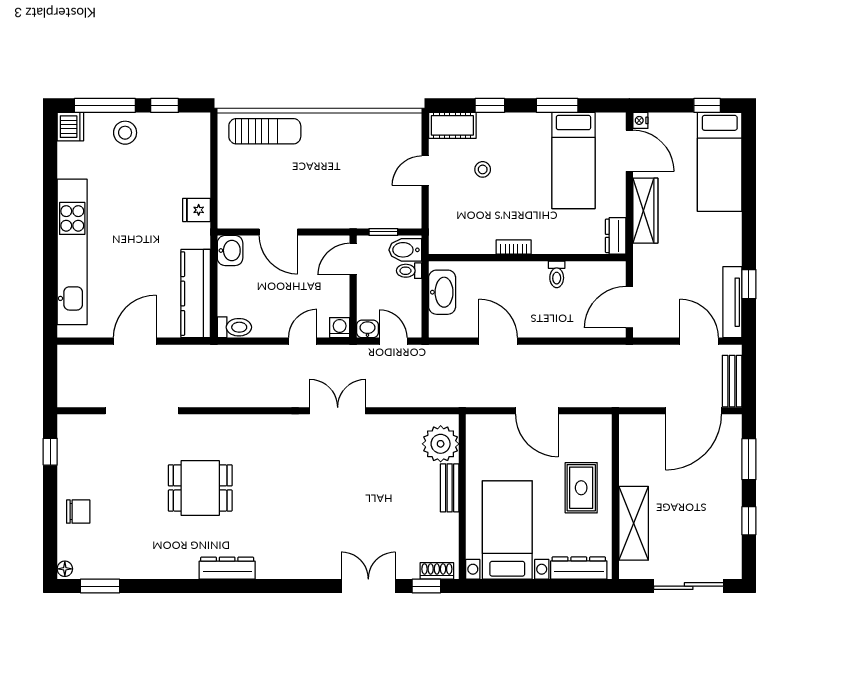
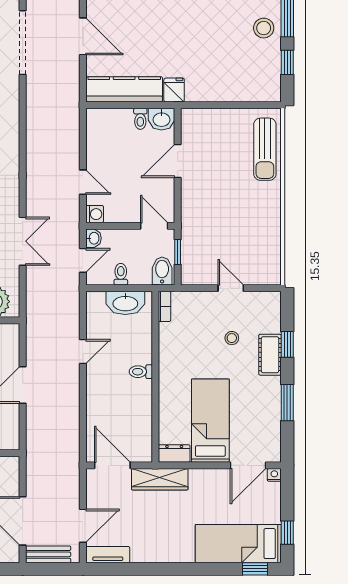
cot: (452, 125) -> (270, 355), moved
bed: (573, 161) -> (210, 421), moved, turned 90
fridge: (197, 210) -> (174, 90), moved
wardrobe: (645, 211) -> (160, 479), moved
bookcase: (514, 247) -> (165, 306), moved
toilet: (409, 271) -> (121, 274), moved
toilet: (557, 274) -> (141, 372), moved
window: (749, 284) -> (255, 569), moved
tv unit: (732, 302) -> (108, 555), width x0.71
toilet: (234, 327) -> (140, 119), moved, width x0.73, depth x0.72
door: (498, 341) -> (83, 351), width x0.73
double door: (338, 411) -> (23, 241), moved

